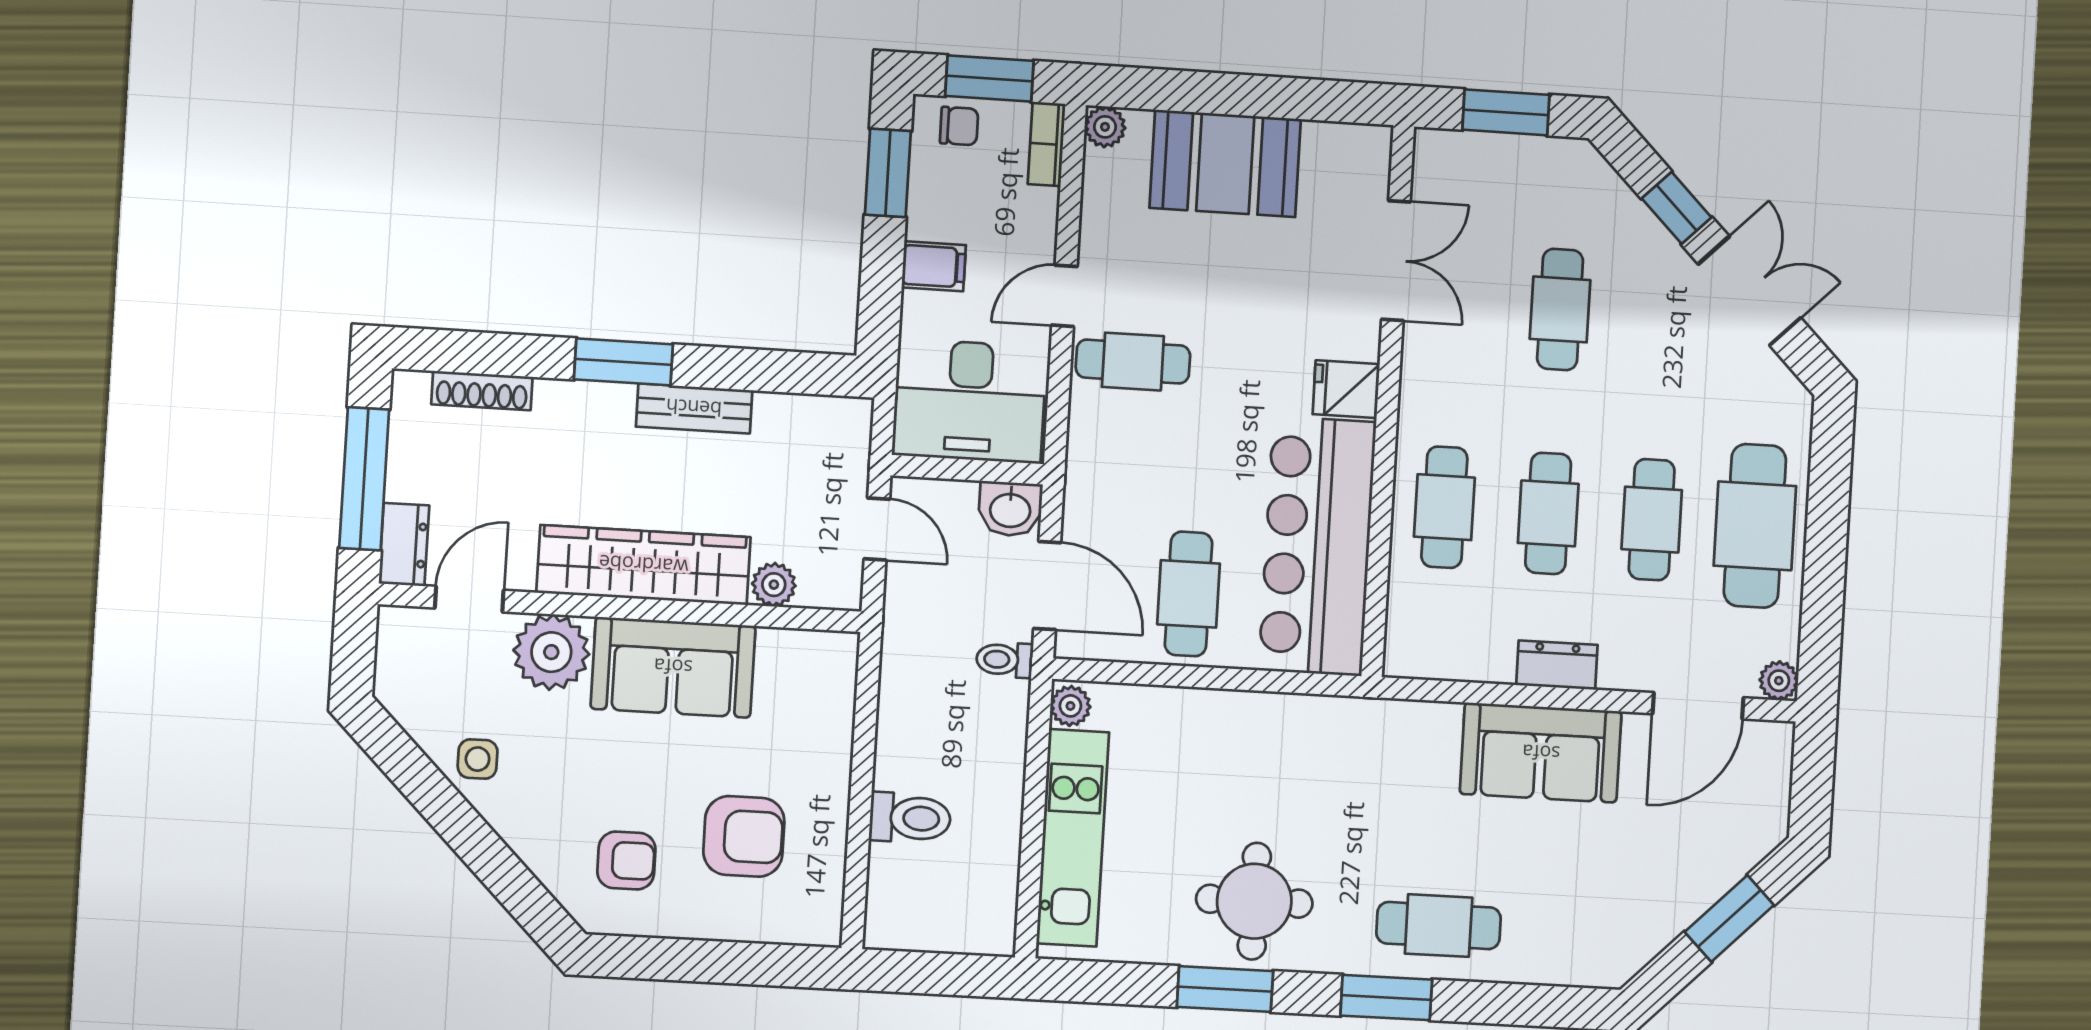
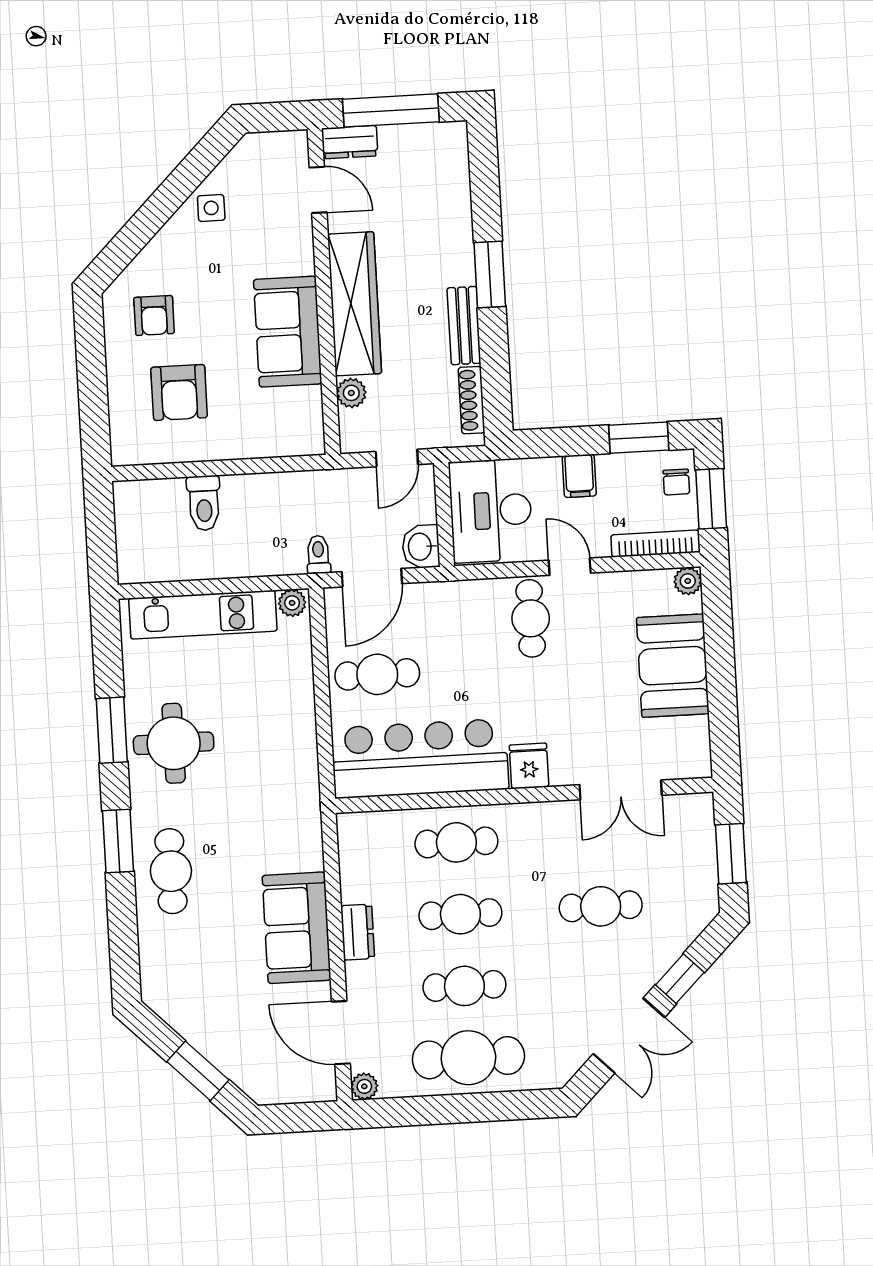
bookcase: (1047, 144) -> (655, 544), width x1.56
shoe rack: (482, 391) -> (472, 400), moved
plant: (551, 652) -> (289, 249), removed

